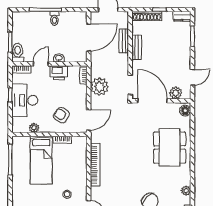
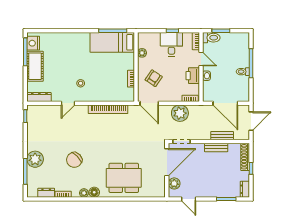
desk: (25, 100) -> (171, 44), width x0.73
floor lamp: (185, 111) -> (94, 192), moved
bed: (41, 160) -> (112, 42), moved

